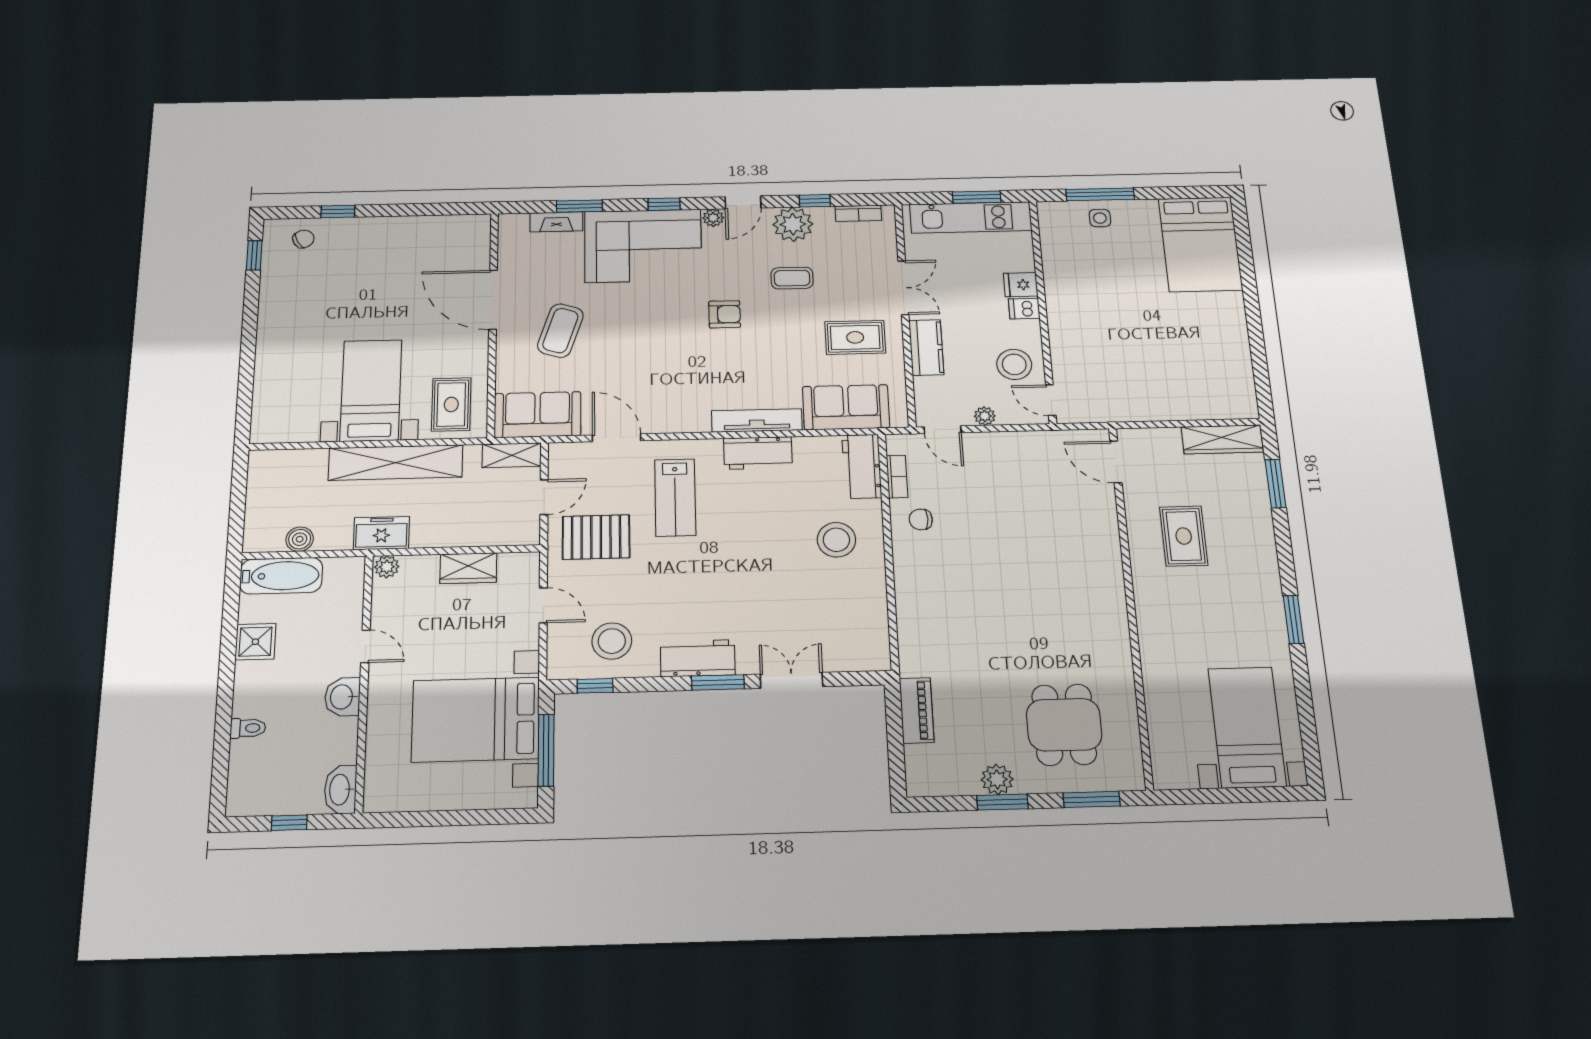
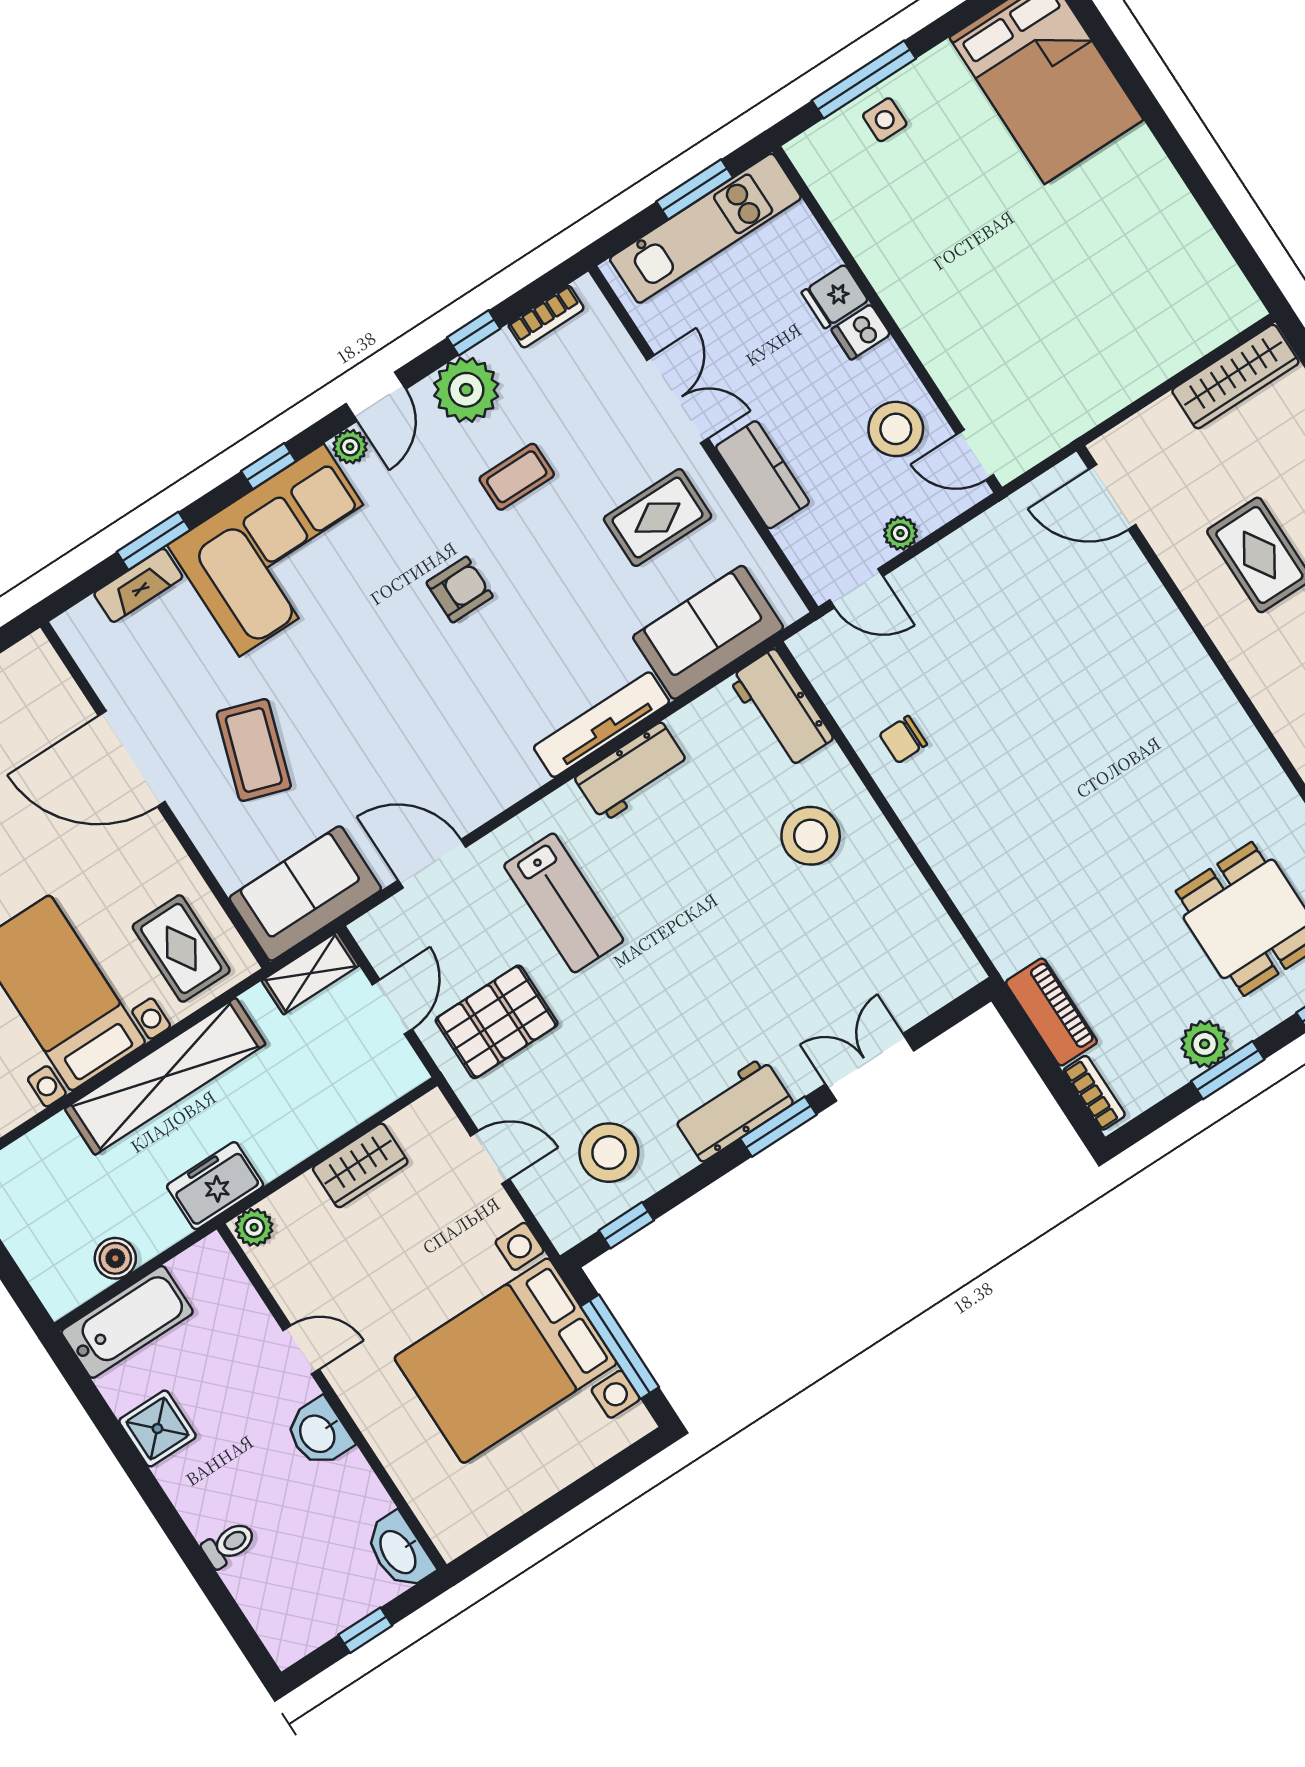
bookcase: (897, 476) -> (1094, 1093), moved

